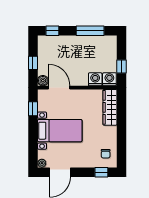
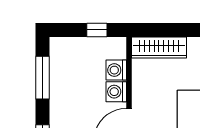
washing machine: (109, 79) -> (116, 92), moved

